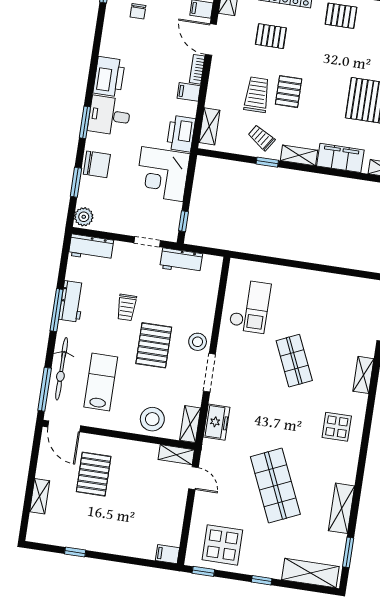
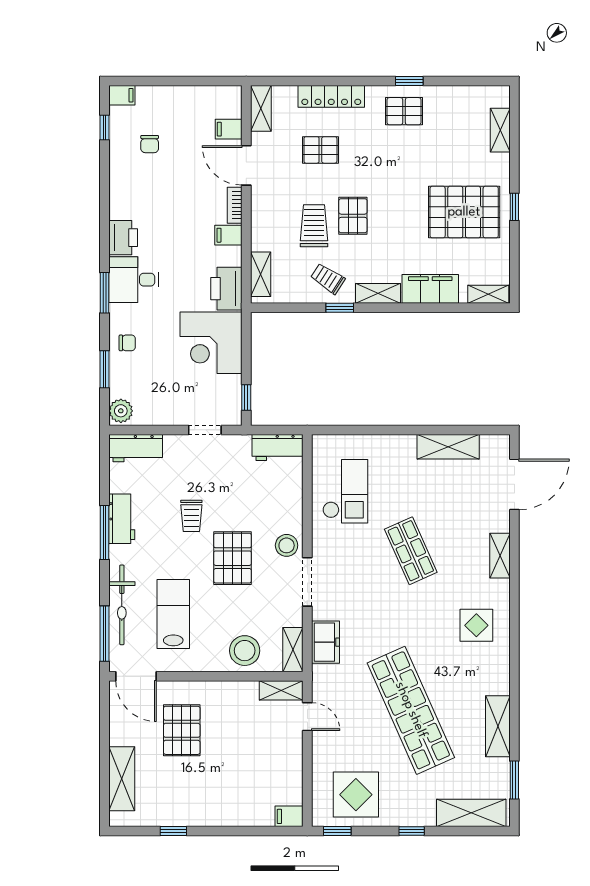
printer: (109, 77) -> (123, 238), width x0.73, depth x0.84
chair: (97, 164) -> (127, 343), width x0.54, depth x0.54
workbench: (181, 261) -> (278, 447), moved
shelving: (336, 284) -> (448, 447), added
shop shelf: (275, 486) -> (411, 710), width x1.40
shelving: (40, 496) -> (122, 779), width x1.50, depth x1.33

